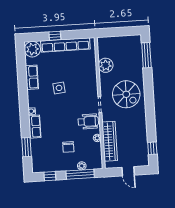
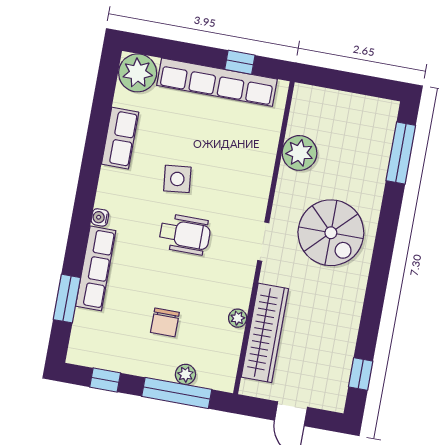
window: (55, 36) -> (240, 62), moved
wheelchair: (88, 121) -> (185, 234), moved
row of seats: (35, 127) -> (96, 268), width x1.48

